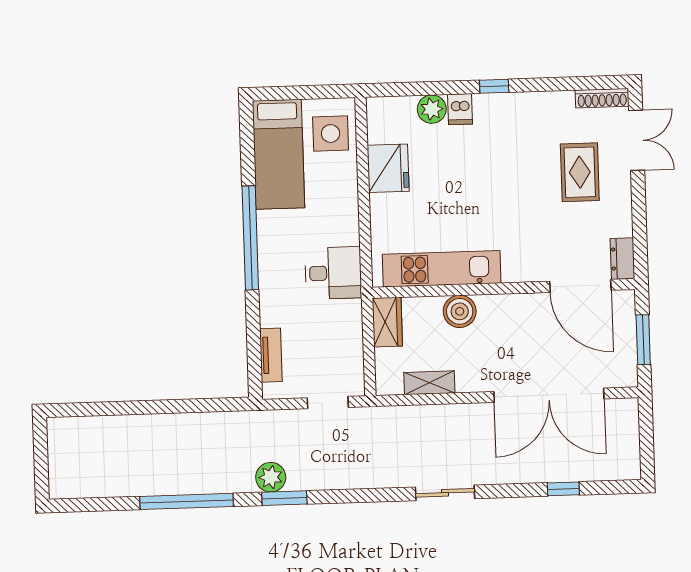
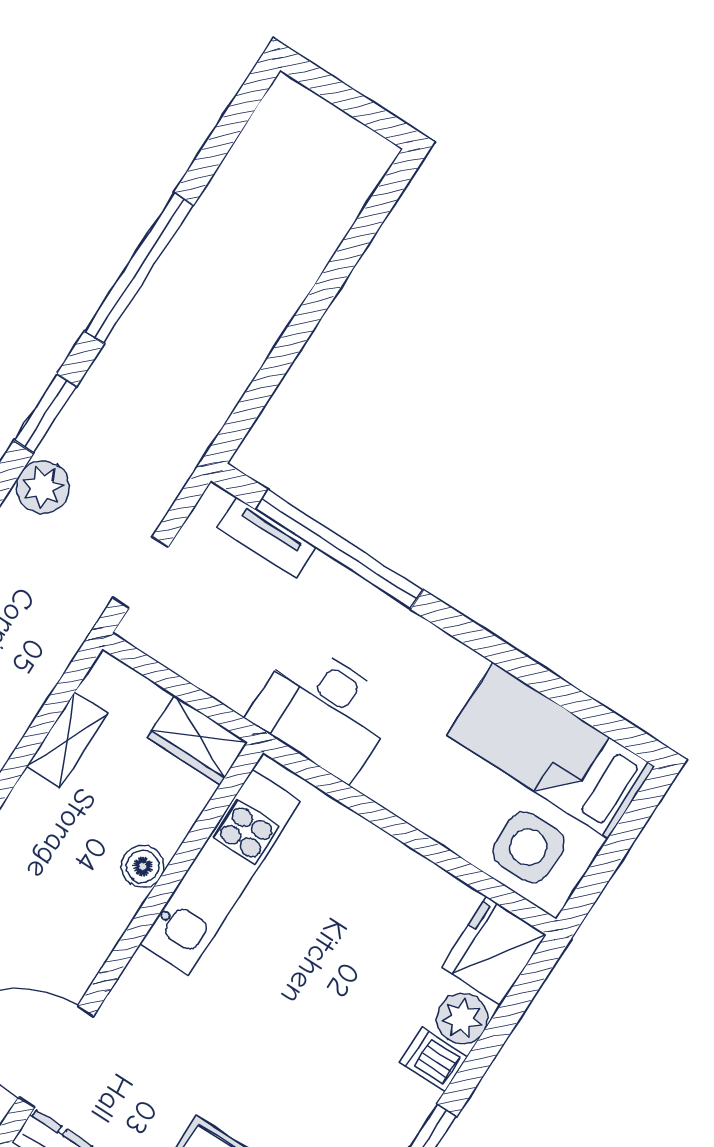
fridge: (388, 168) -> (494, 951), moved, turned 90
window: (250, 238) -> (340, 550), moved
desk: (333, 273) -> (323, 711), width x1.37
boiler: (460, 311) -> (143, 866), width x0.73, depth x0.73
plant: (271, 477) -> (43, 487), moved

